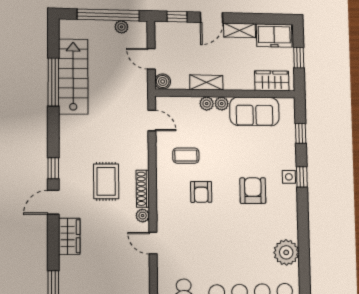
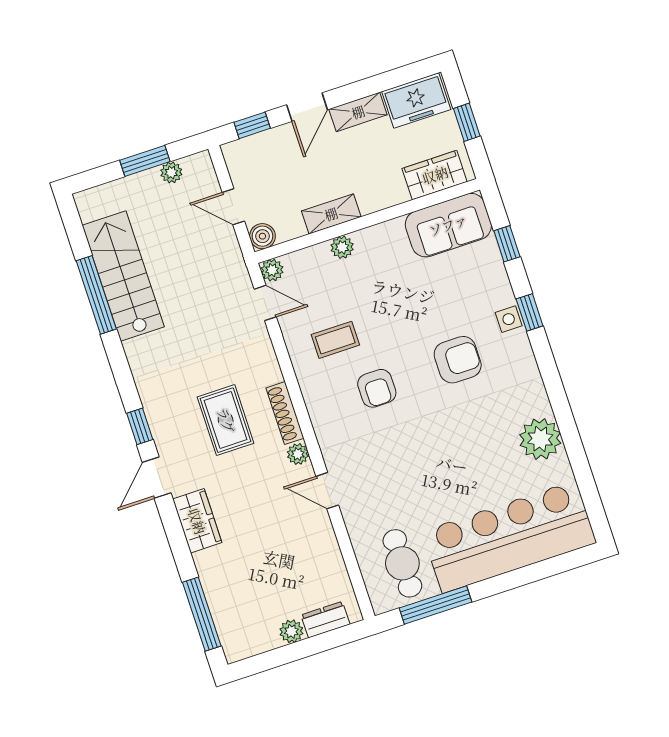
window: (108, 15) -> (145, 161), width x0.47
plant: (222, 104) -> (272, 270), moved
sofa: (254, 111) -> (448, 225), moved
armchair: (253, 191) -> (458, 360), turned 90

